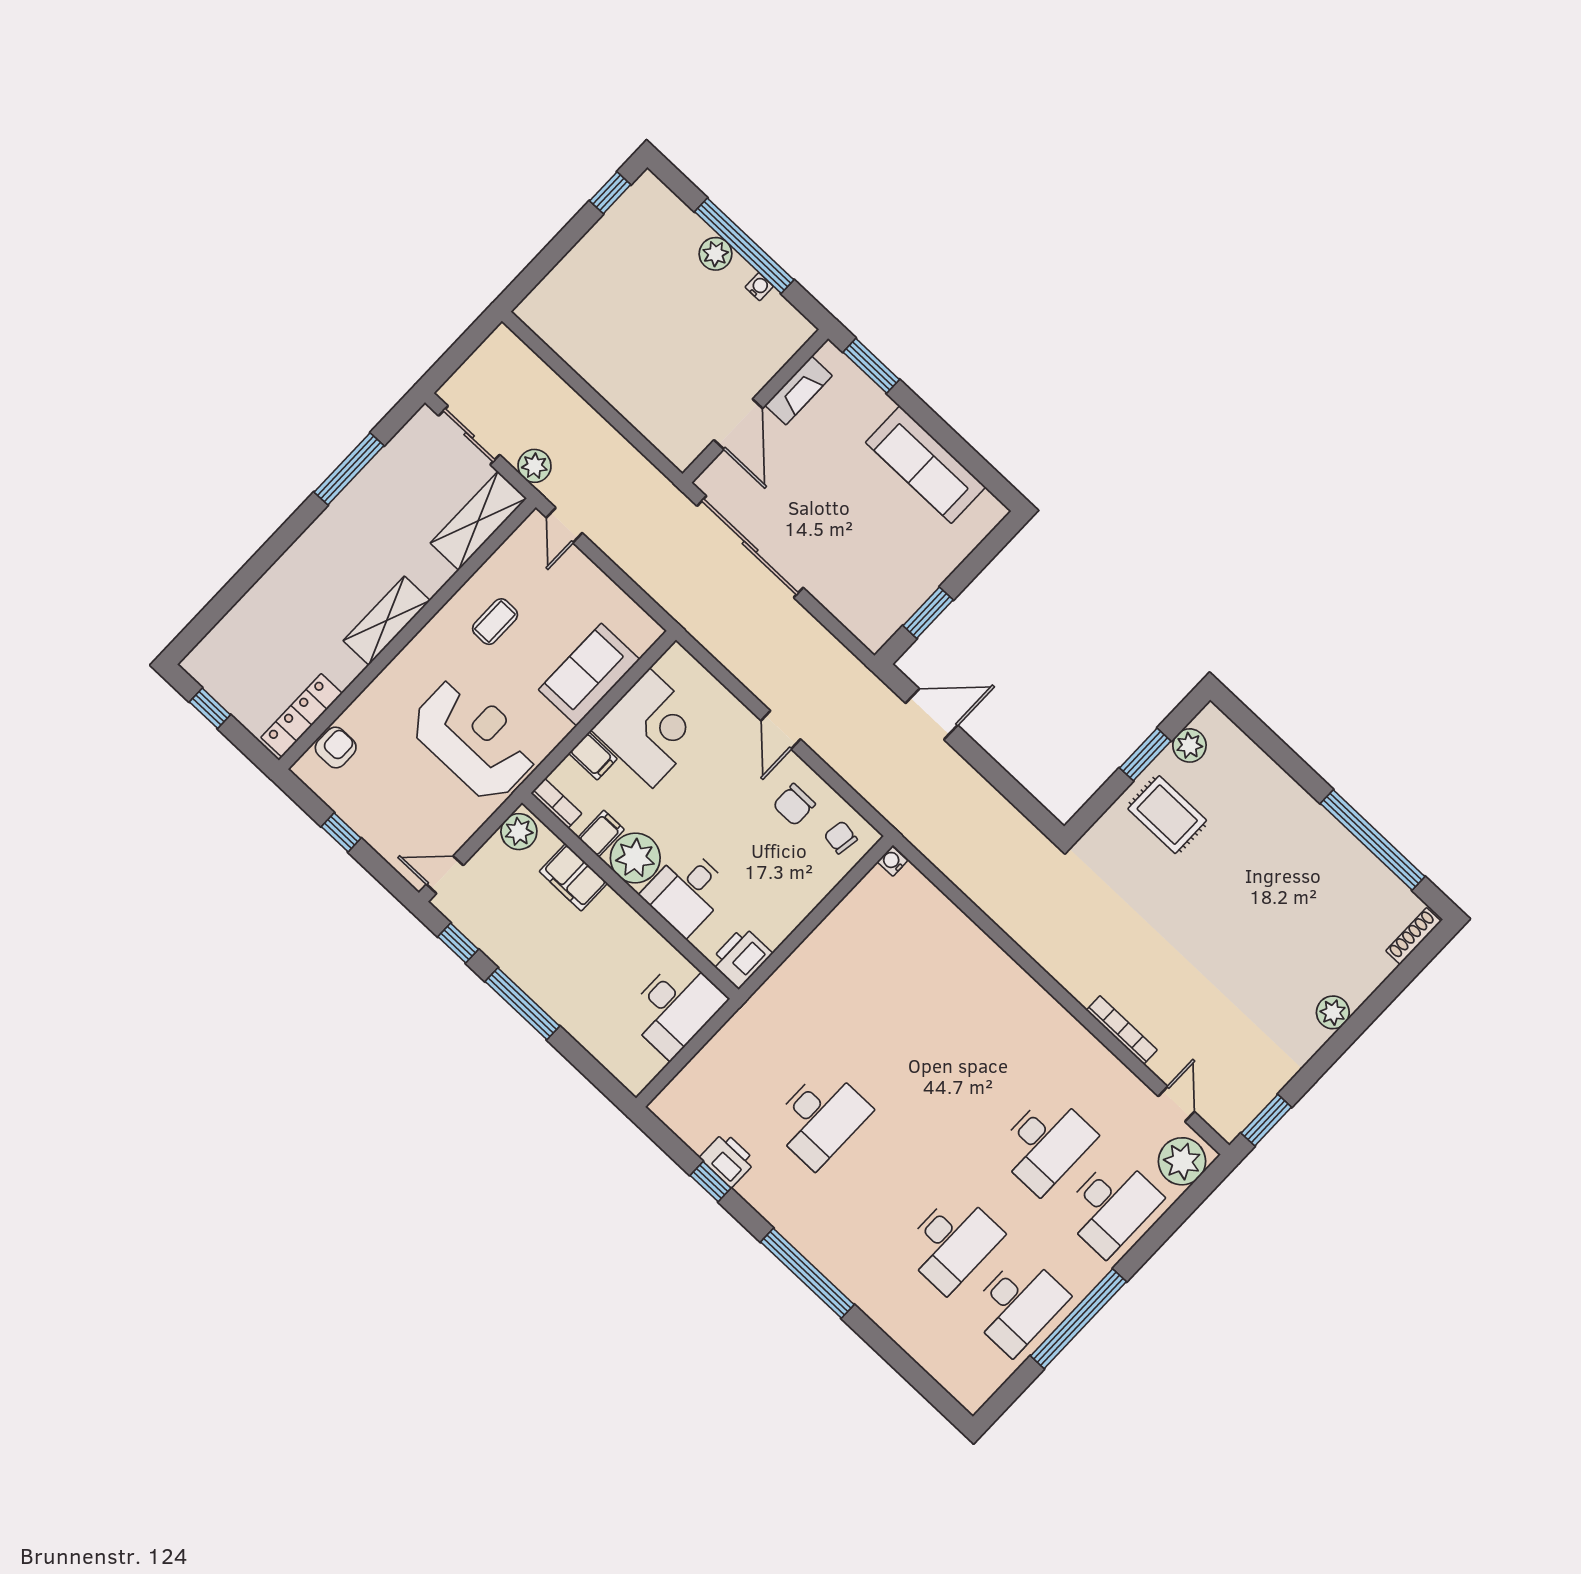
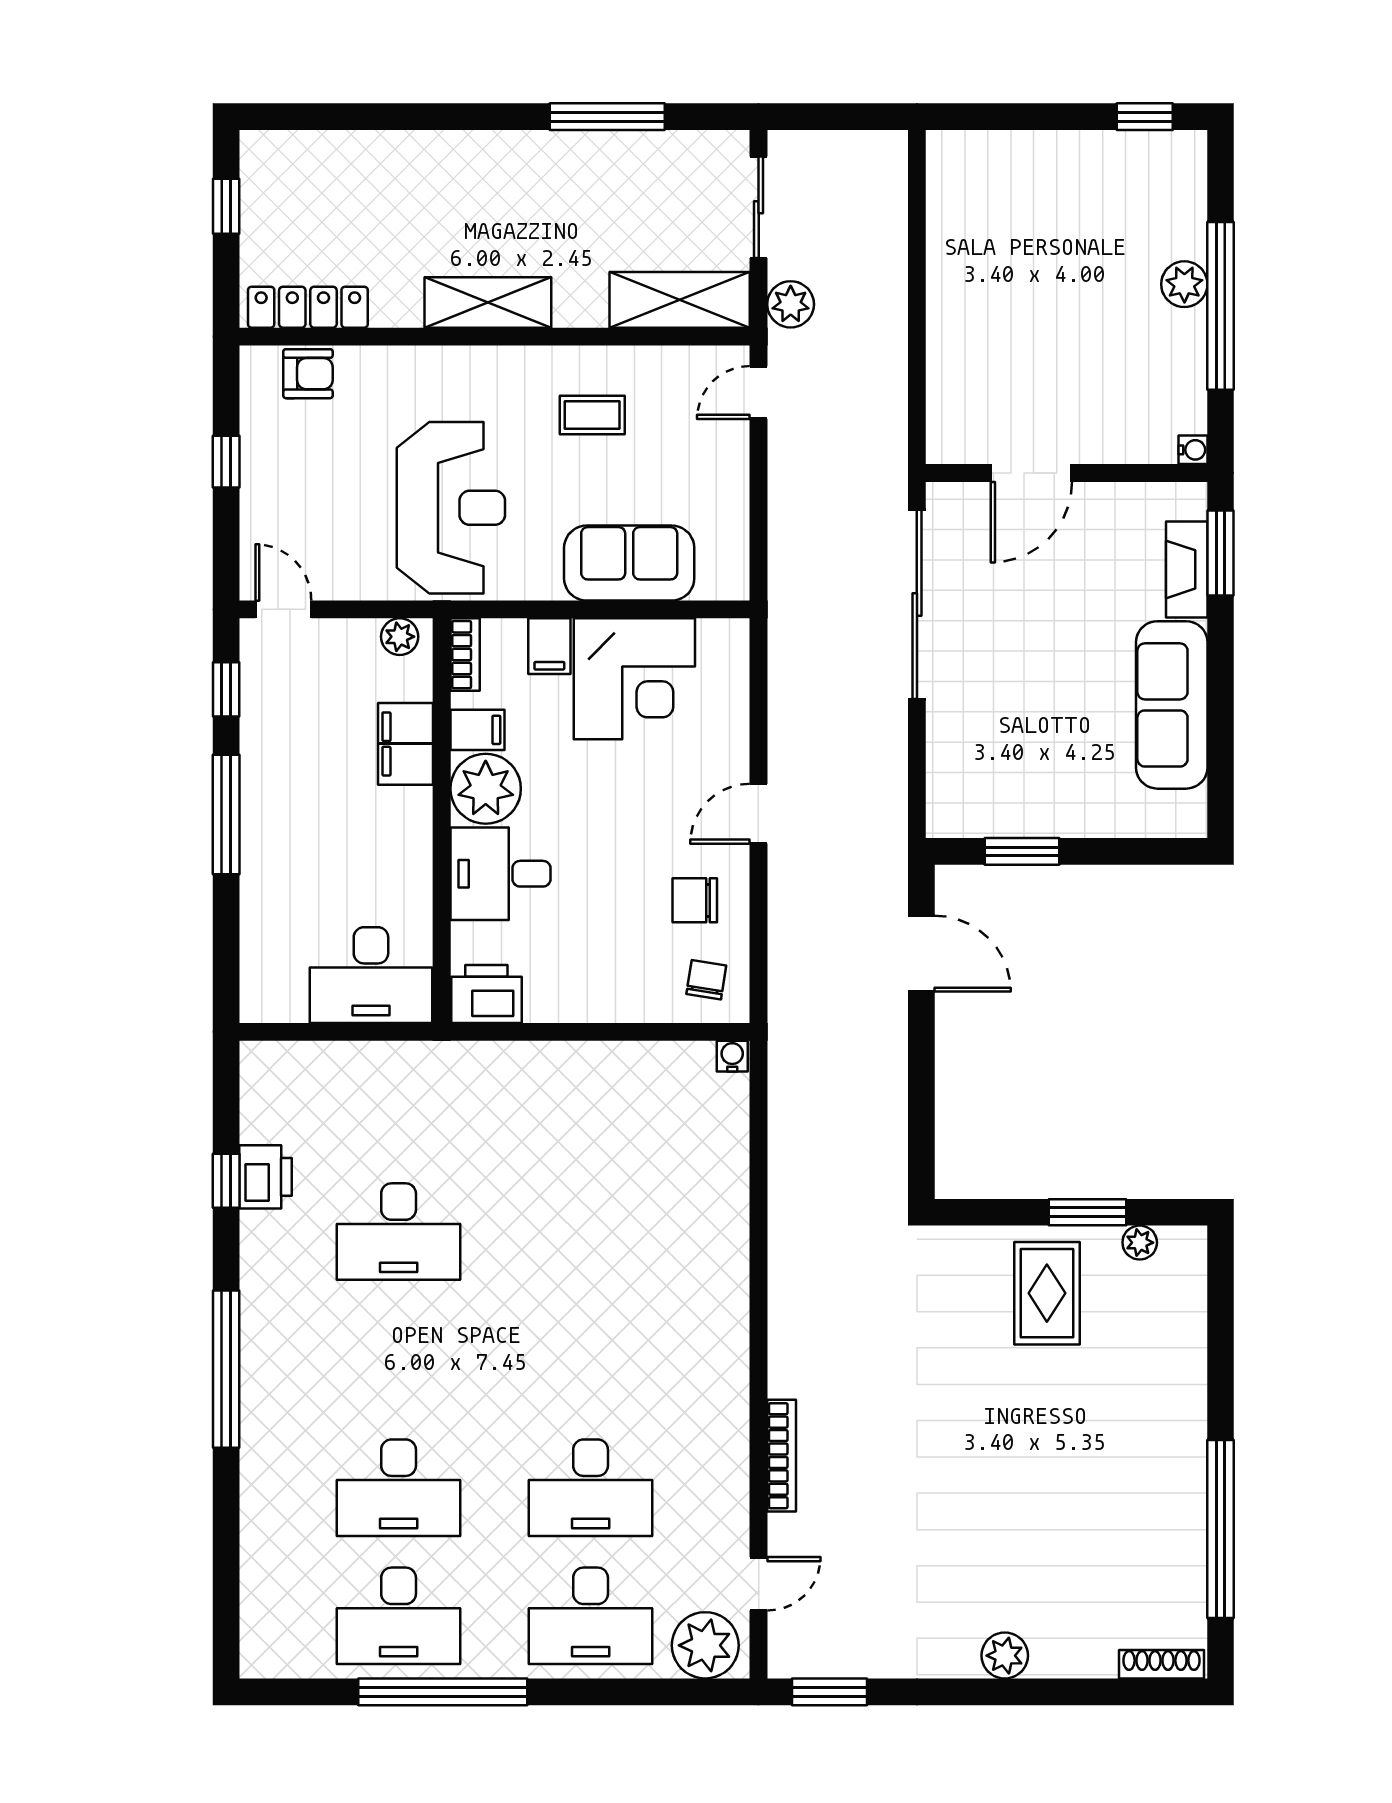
water cooler: (759, 287) -> (1193, 450), moved
fireplace: (799, 390) -> (1187, 569), moved, turned 90
plant: (1189, 745) -> (1140, 1243), width x0.73, depth x0.73
plant: (519, 832) -> (400, 637), width x0.73, depth x0.73

